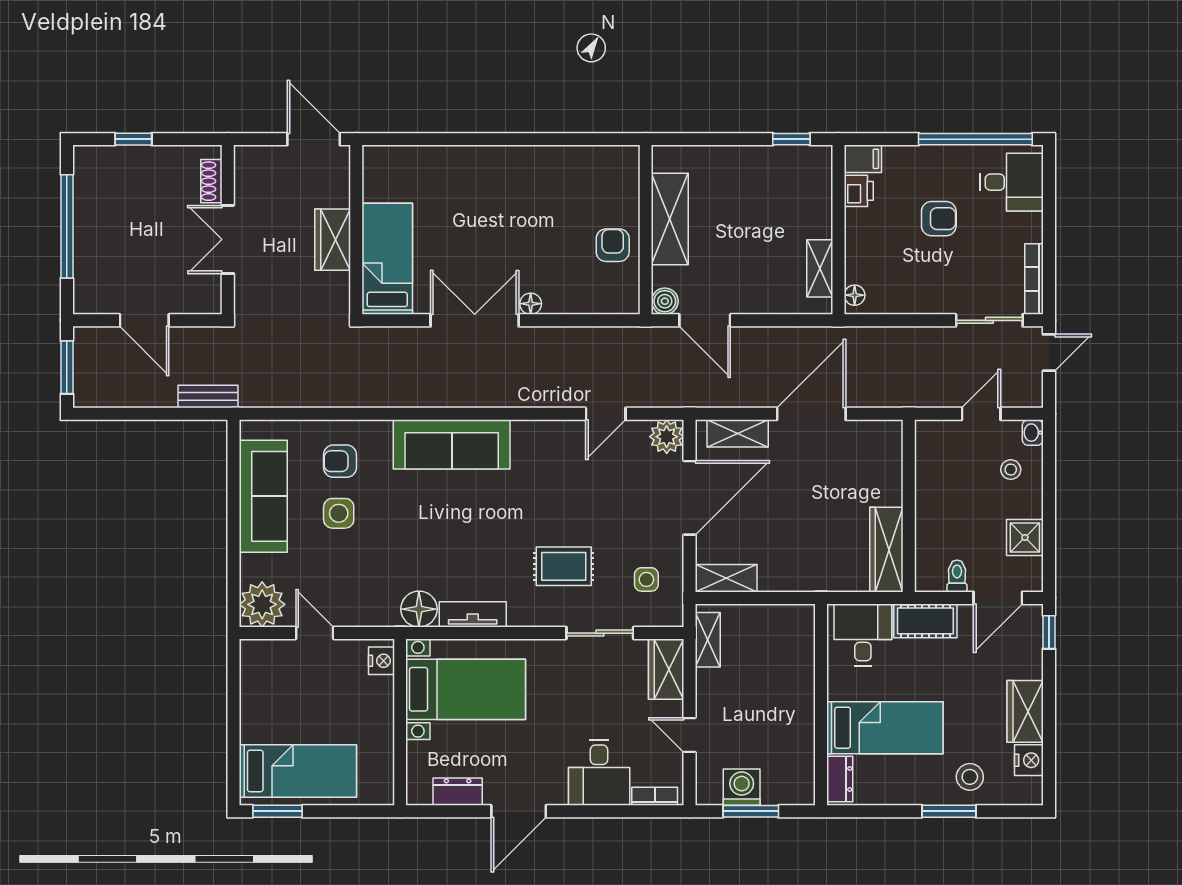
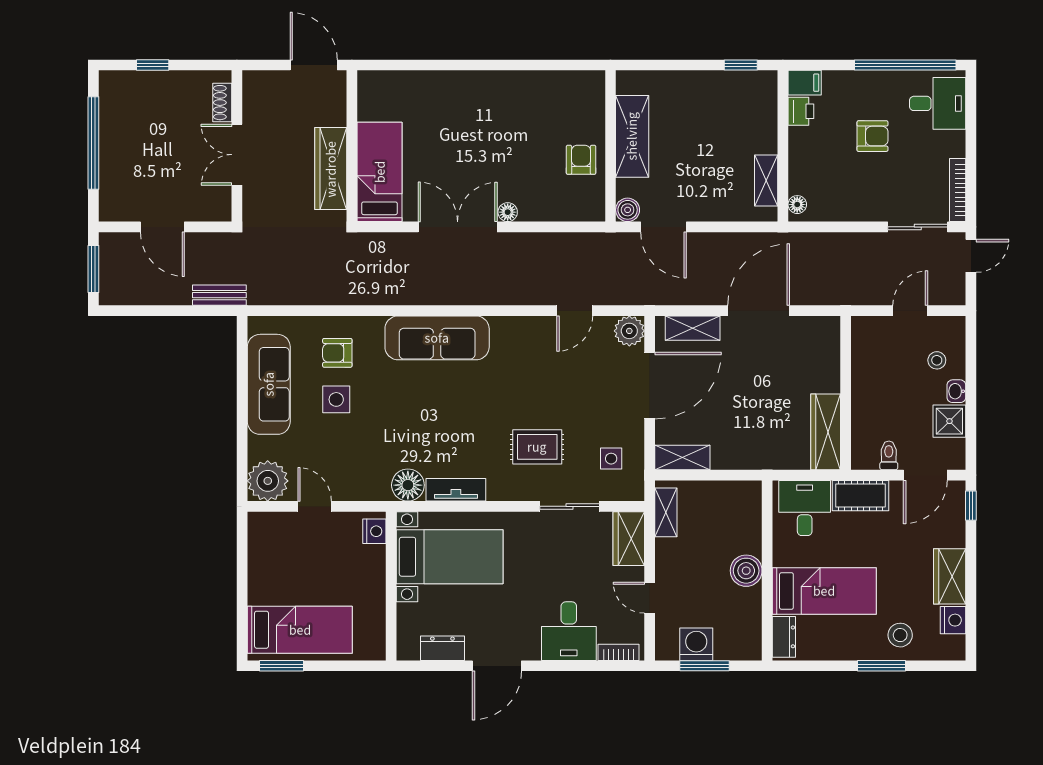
wardrobe: (333, 240) -> (331, 169), width x1.50
washbasin: (1033, 433) -> (956, 391), moved
boiler: (797, 705) -> (746, 571), added

